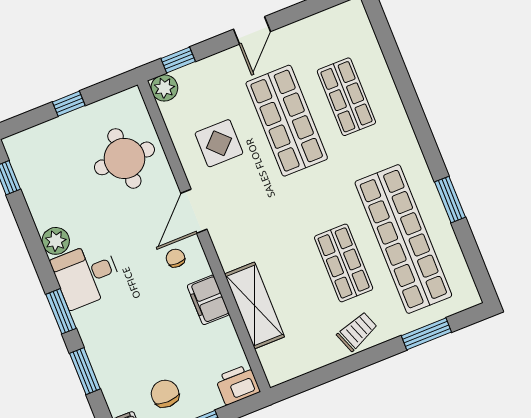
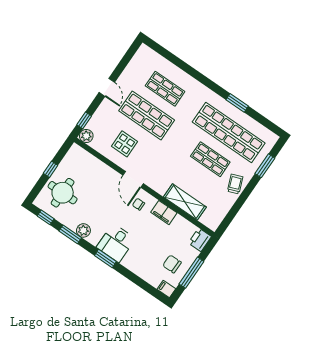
round table: (124, 158) -> (63, 193), moved
desk: (87, 275) -> (116, 243), moved
window: (85, 371) -> (70, 234), moved

